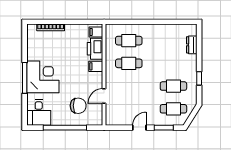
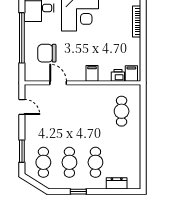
printer: (95, 49) -> (118, 75), width x0.53, depth x0.68
cafe table: (129, 63) -> (95, 162), moved
chair: (78, 106) -> (47, 53), turned 90
door: (139, 128) -> (22, 107), moved

